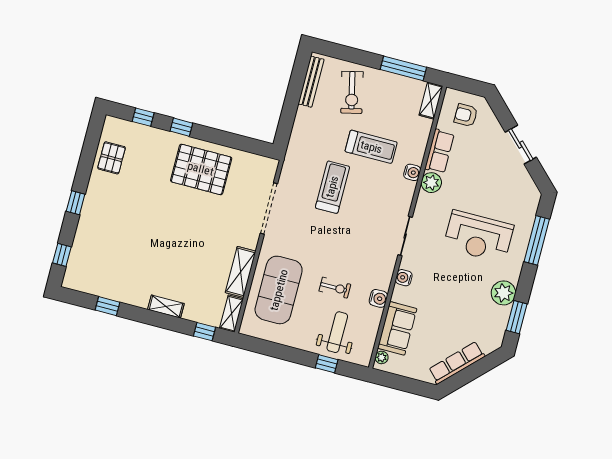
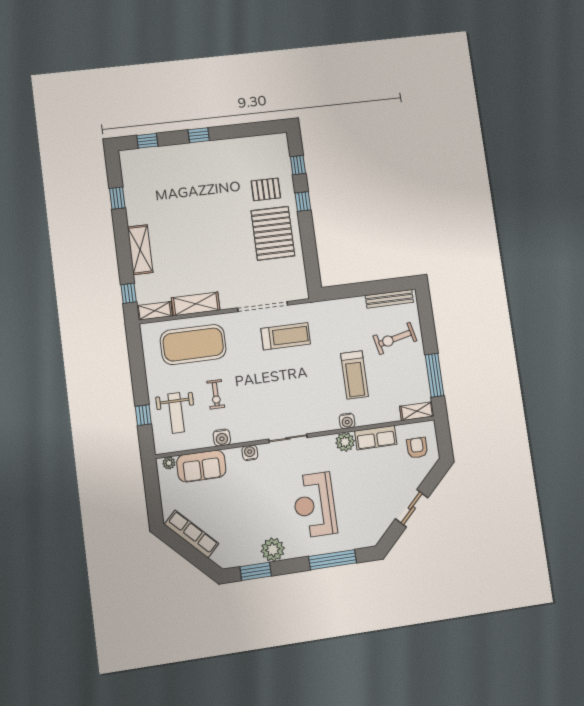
pallet: (112, 158) -> (266, 189), moved
treadmill: (332, 187) -> (286, 336), moved
shelving: (166, 307) -> (140, 250), width x1.50, depth x1.33
weight bench: (337, 332) -> (176, 413), turned 90

